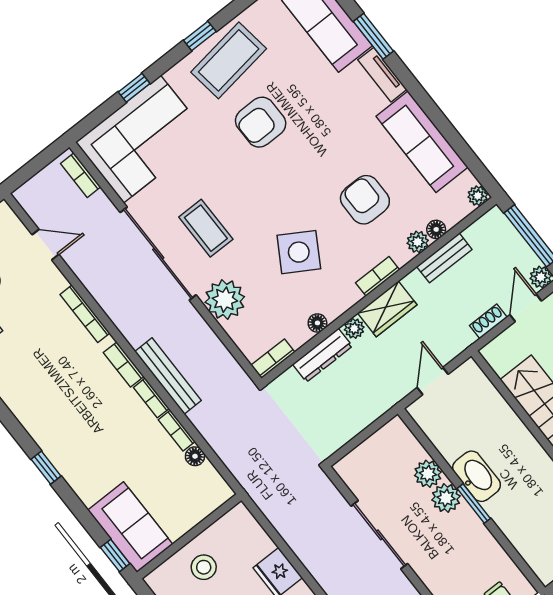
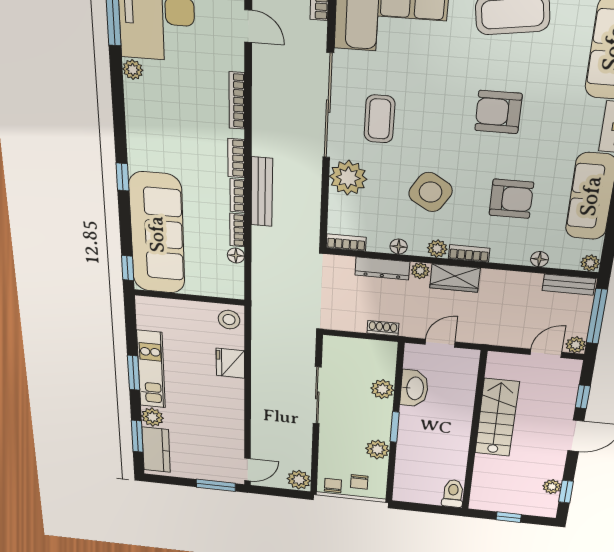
armchair: (261, 122) -> (498, 112), moved
armchair: (365, 200) -> (511, 199), turned 90
plant: (418, 242) -> (437, 249), moved
bench: (444, 258) -> (569, 285), moved
shoe rack: (488, 321) -> (383, 328), moved
washbasin: (477, 476) -> (414, 388), moved
plant: (446, 498) -> (377, 449), moved
sofa: (130, 527) -> (157, 234), width x1.85, depth x1.27
stool: (204, 567) -> (229, 320), moved

